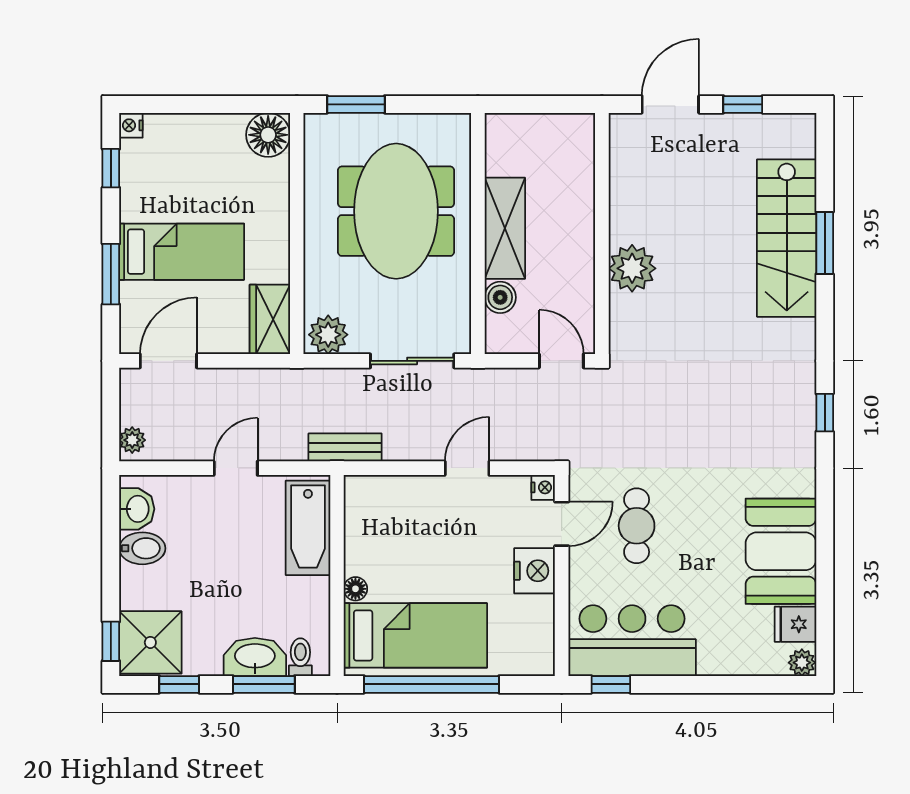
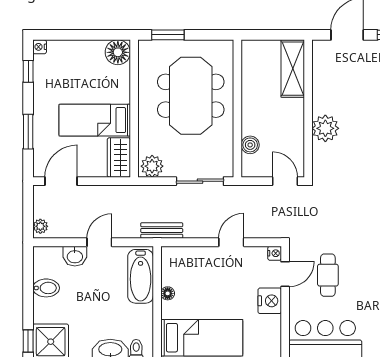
shelving: (505, 228) -> (293, 69), moved
bed: (182, 252) -> (95, 120), moved, turned 180
washbasin: (137, 509) -> (75, 256), moved, turned 90
floor lamp: (355, 589) -> (168, 293), moved

